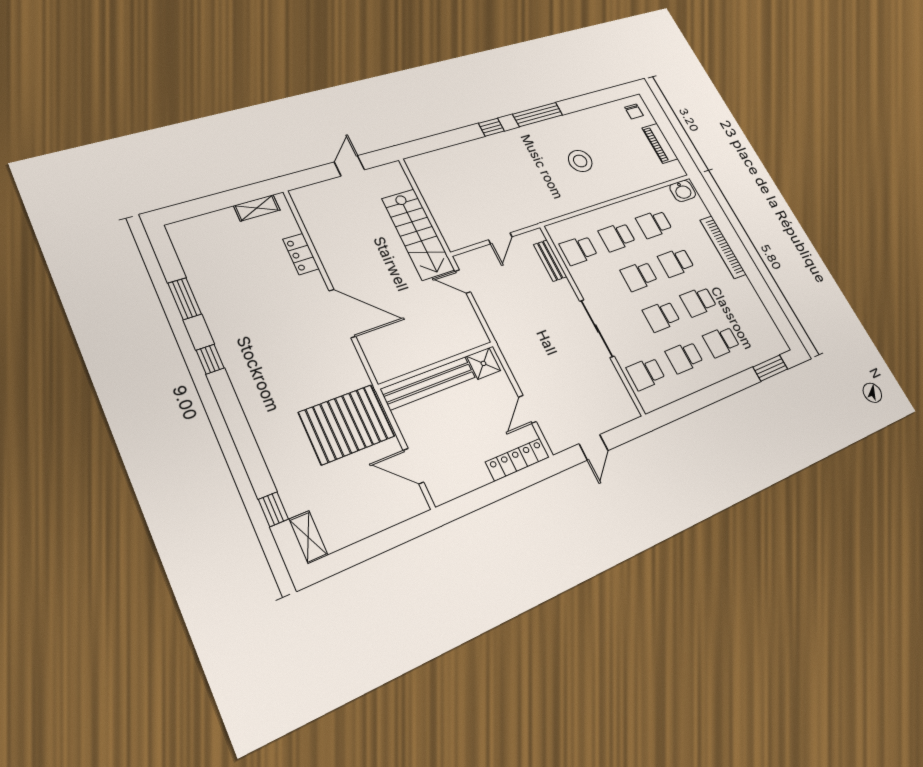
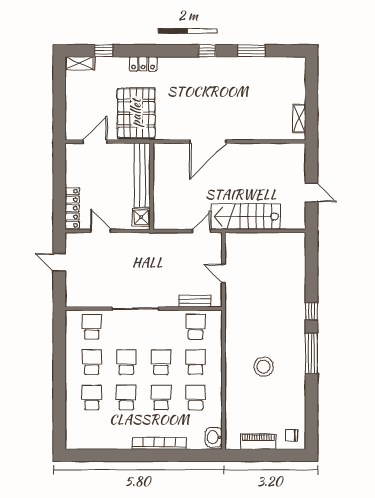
locker: (301, 254) -> (143, 64), moved, turned 180
window: (770, 368) -> (59, 424), removed

